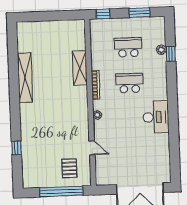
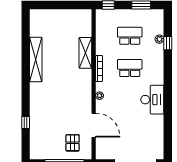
door: (92, 148) -> (94, 125), width x1.87

